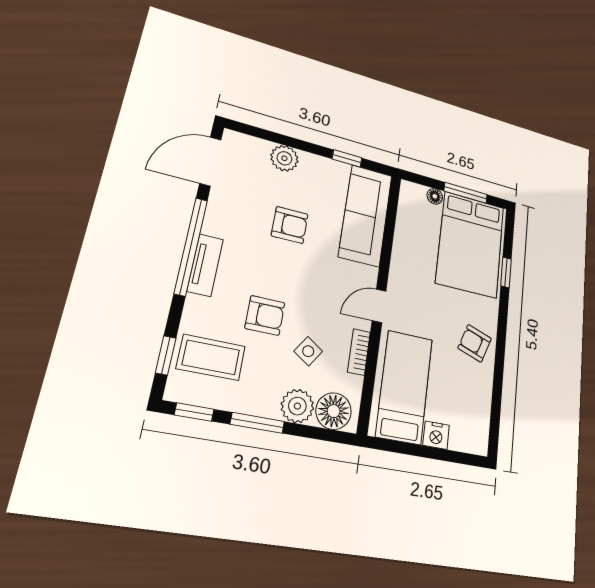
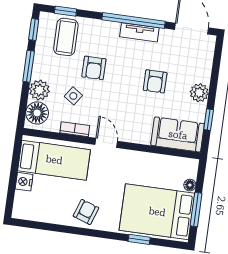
plant: (284, 158) -> (199, 93), moved
sofa: (366, 215) -> (178, 135), width x0.73
tv unit: (205, 265) -> (139, 32), moved

